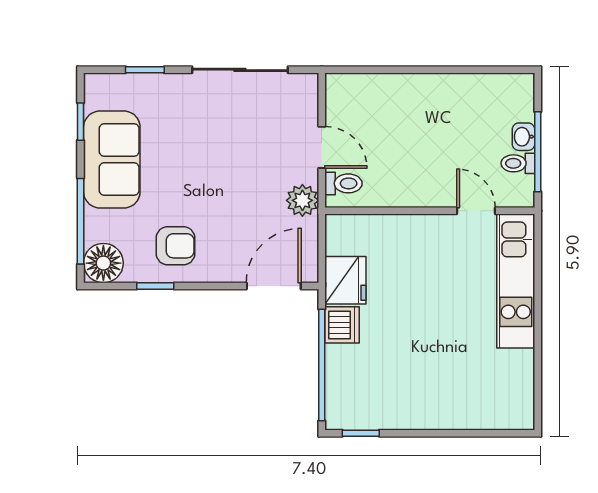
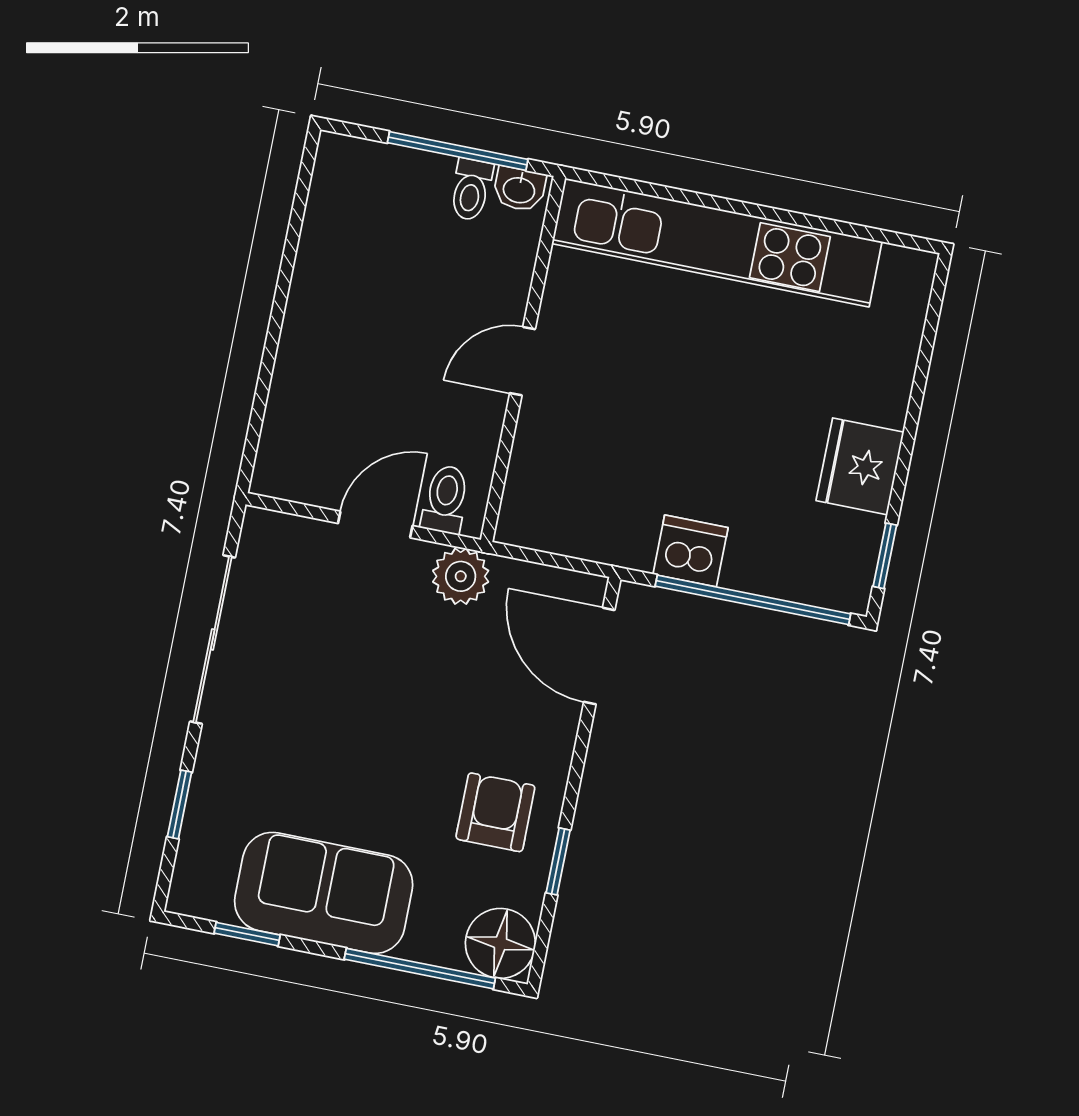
washbasin: (523, 137) -> (519, 189), moved
door: (476, 211) -> (522, 361), moved
fridge: (345, 280) -> (860, 466), moved, turned -90
kitchen unit: (516, 281) -> (717, 243), width x1.36

